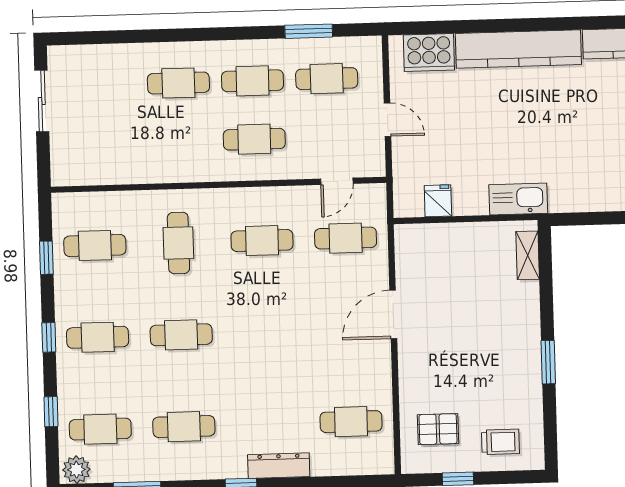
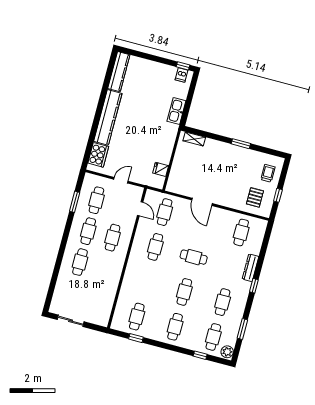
kitchen sink: (518, 199) -> (176, 111), moved
cafe table: (178, 243) -> (194, 257), moved
window: (49, 337) -> (169, 347), removed

